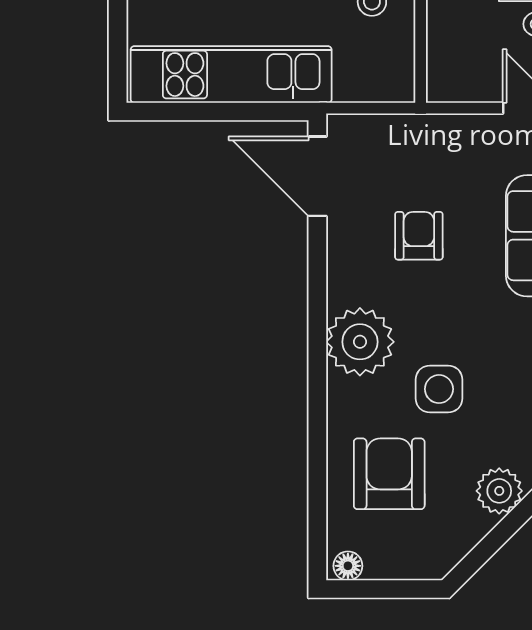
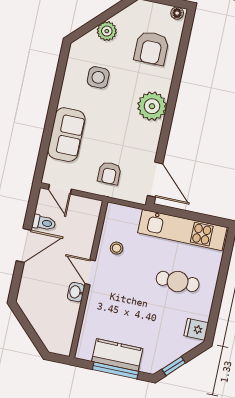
armchair: (419, 236) -> (109, 173), moved
side table: (439, 389) -> (98, 77), moved

